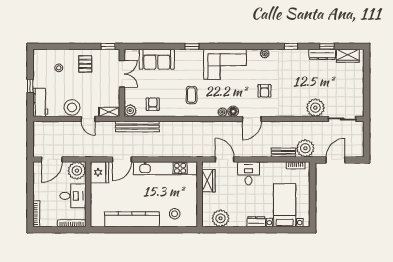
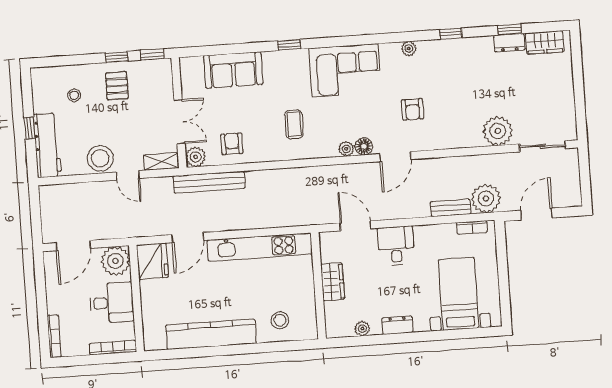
window: (86, 46) -> (117, 57), added
dresser: (322, 54) -> (509, 43), width x0.70
double door: (122, 74) -> (180, 122), moved
workbench: (40, 102) -> (47, 145), width x1.38
wardrobe: (208, 181) -> (333, 282), moved
plant: (220, 218) -> (362, 329), width x0.53, depth x0.53
dresser: (256, 222) -> (397, 325), moved

